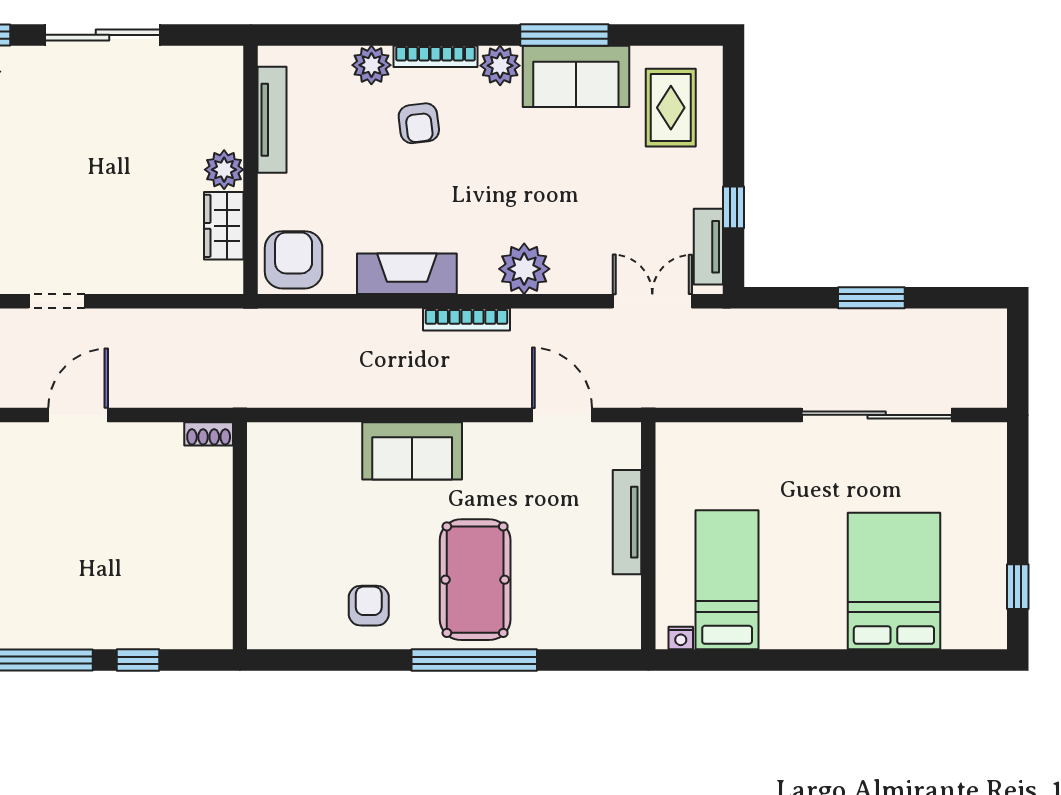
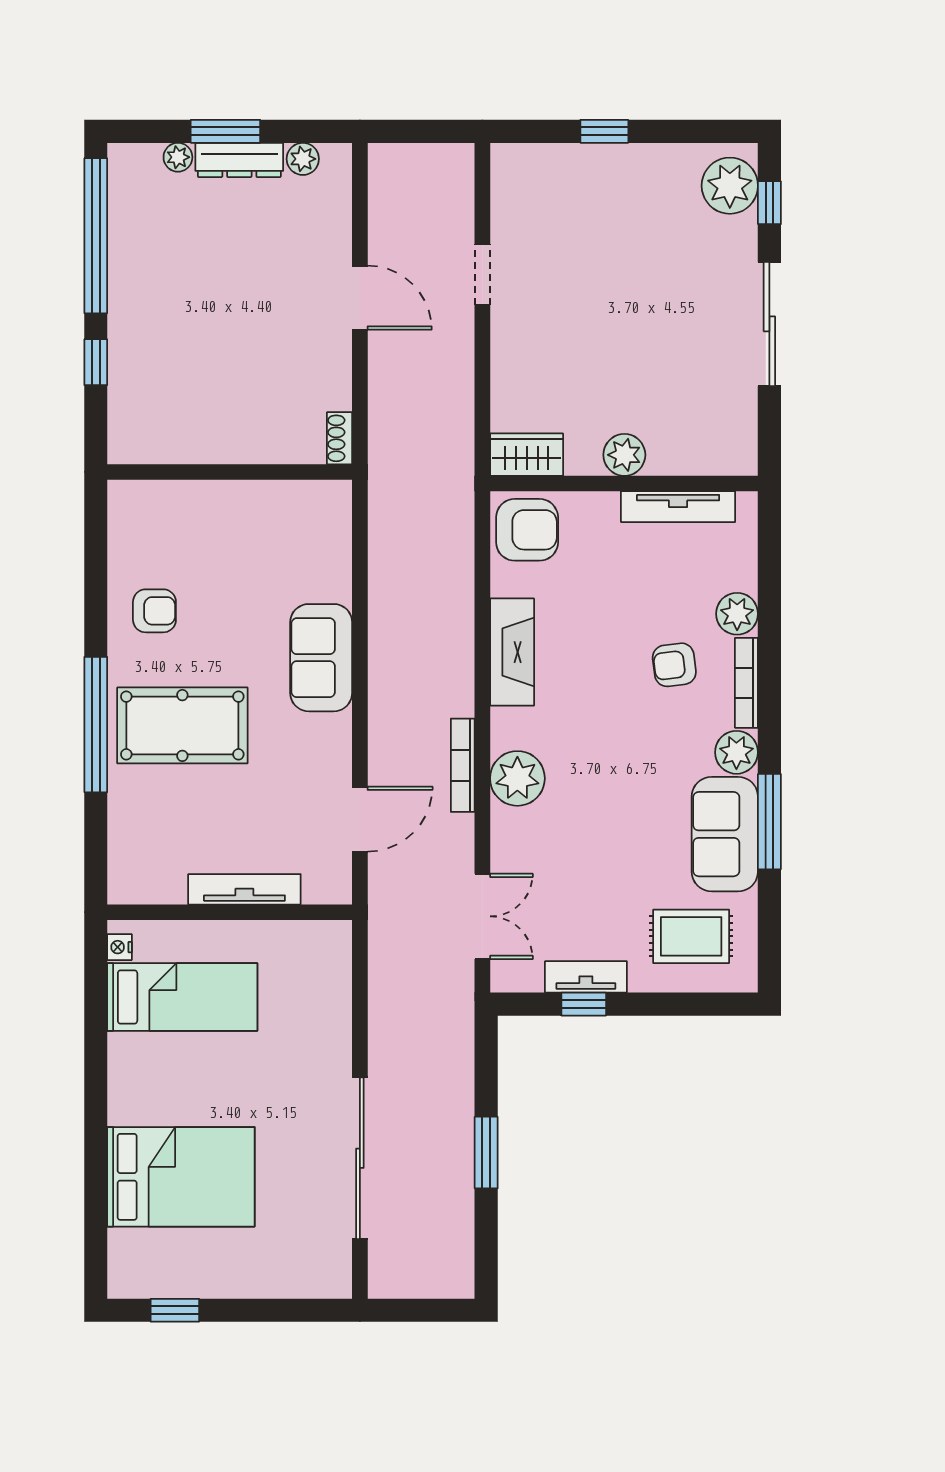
wardrobe: (224, 226) -> (527, 455), moved
tv unit: (708, 247) -> (586, 977), moved
bookcase: (467, 320) -> (463, 765), moved

